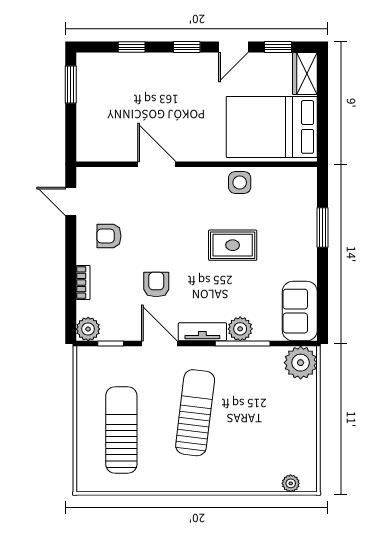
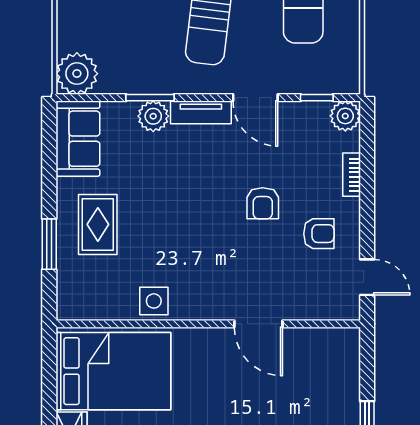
rug: (233, 245) -> (98, 224), moved, turned 90
armchair: (156, 285) -> (263, 203), moved
window: (243, 344) -> (150, 98), width x0.69

